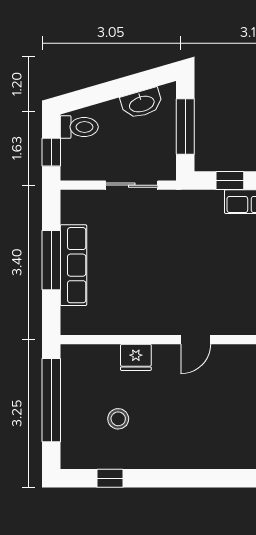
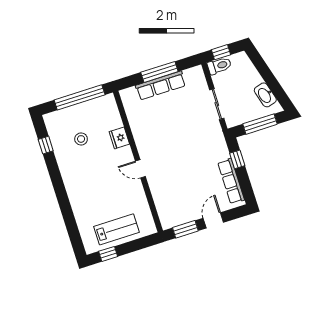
toilet: (79, 127) -> (219, 66), moved, turned -90

